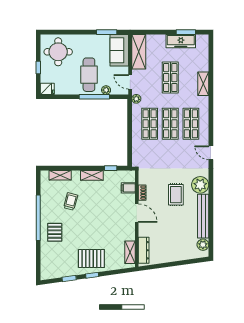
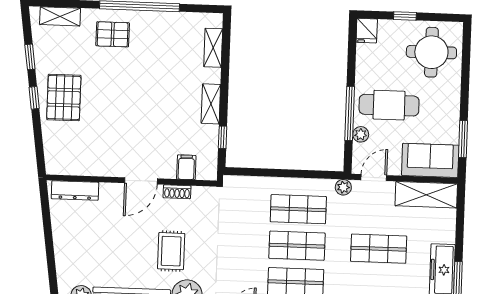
rug: (176, 195) -> (171, 251), turned 90
trolley: (71, 201) -> (166, 65), removed
shelving: (130, 252) -> (60, 16), moved

